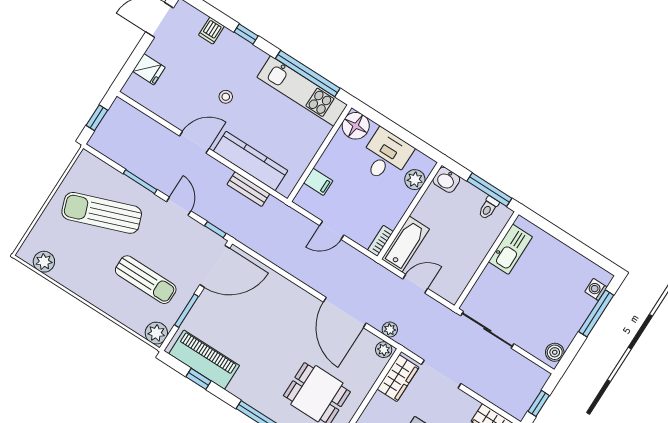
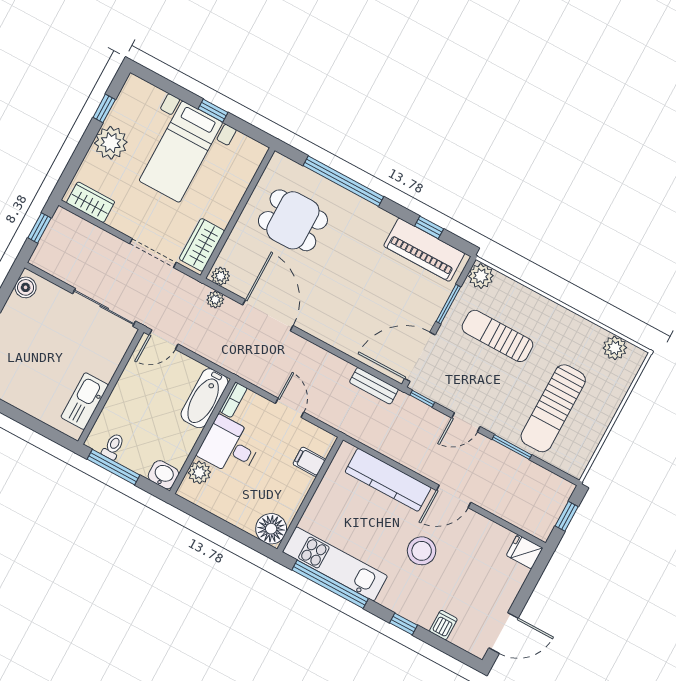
fridge: (149, 69) -> (525, 552), moved
stool: (226, 97) -> (422, 551), width x1.89, depth x1.89
desk: (386, 156) -> (230, 447), moved, turned 90
bench: (248, 189) -> (374, 386), moved
door: (179, 206) -> (466, 422), hinge flipped
sun lounger: (102, 213) -> (553, 408), turned 110
door: (332, 230) -> (290, 408), hinge flipped
door: (415, 284) -> (164, 340), moved

